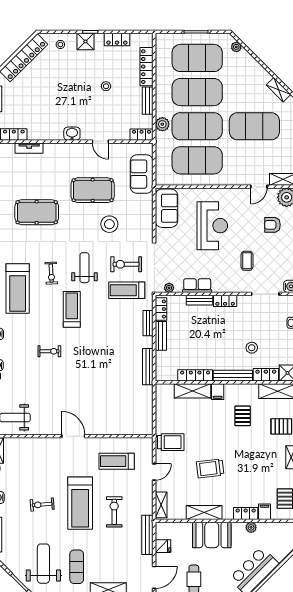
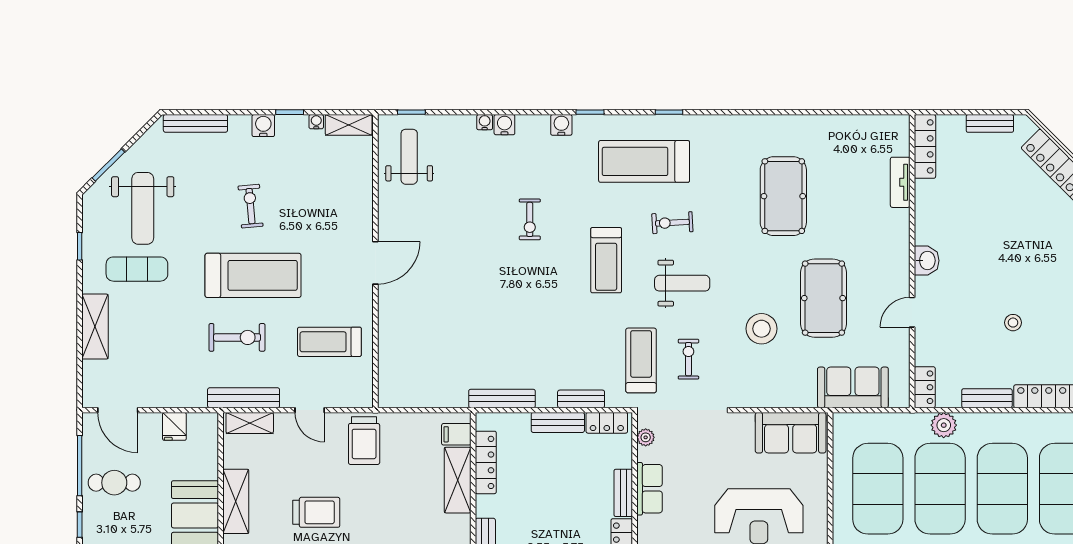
exercise bike: (126, 264) -> (688, 359), width x0.73, depth x0.72
treadmill: (72, 309) -> (606, 260), turned 90
locker: (195, 375) -> (486, 462), moved
filing cabinet: (218, 392) -> (456, 434), moved
treadmill: (117, 461) -> (329, 342), turned -90
trolley: (210, 468) -> (316, 512), turned 97
treadmill: (80, 503) -> (253, 275), turned 180
bench: (147, 535) -> (244, 398), moved
weight bench: (43, 564) -> (143, 208), turned 90

